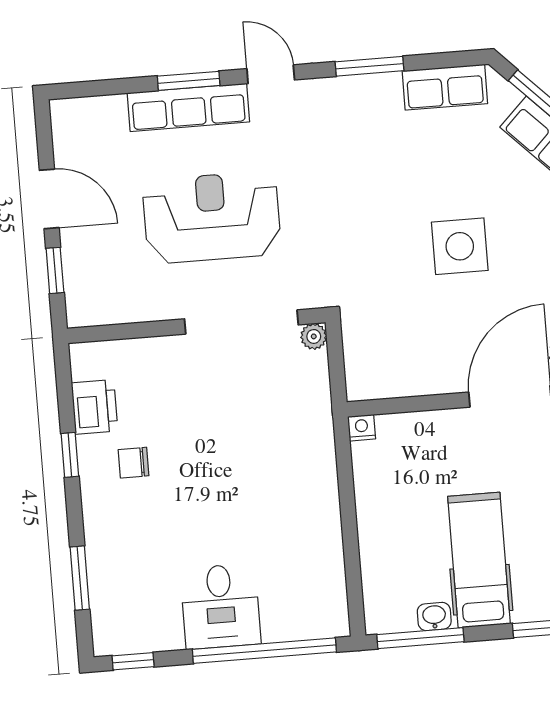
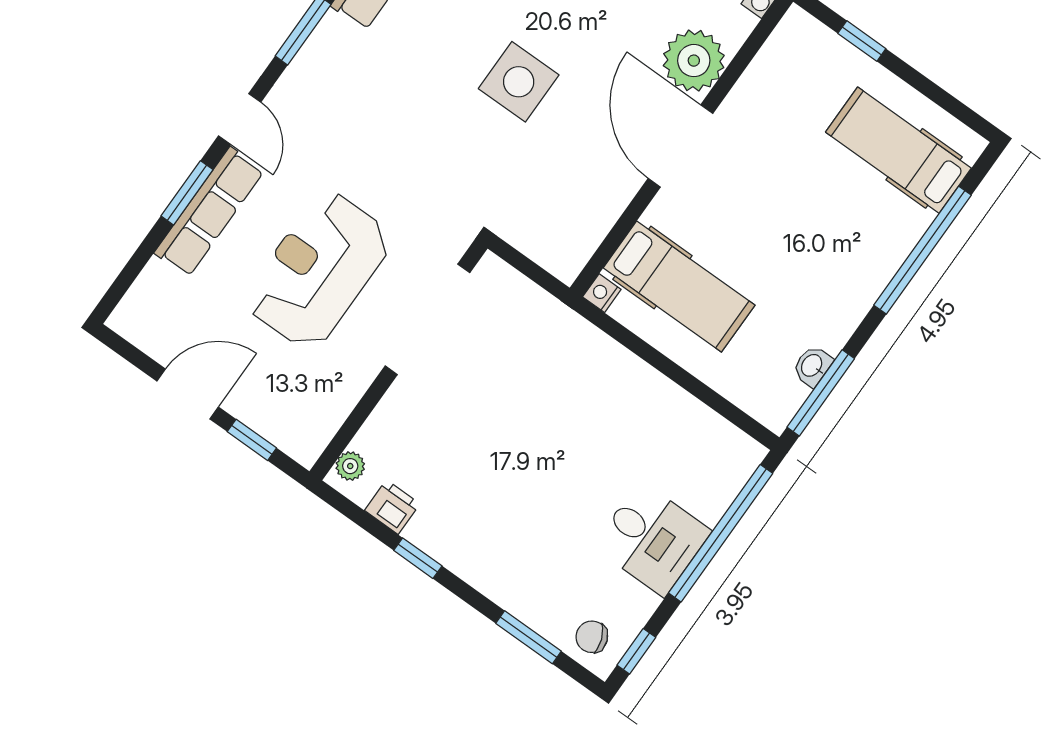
door: (271, 74) -> (240, 119), swing flipped
plant: (314, 336) -> (350, 466), moved
printer: (95, 407) -> (392, 507), width x0.73, depth x0.81
chair: (134, 463) -> (592, 637), moved, turned 69
hospital bed: (479, 560) -> (679, 286), moved, turned 180

